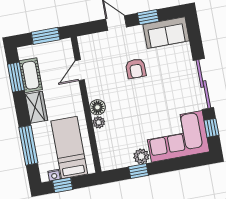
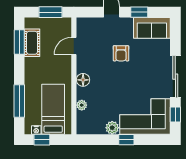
wardrobe: (36, 107) -> (32, 70), removed
plant: (99, 122) -> (82, 105), moved
window: (139, 171) -> (126, 140), moved

